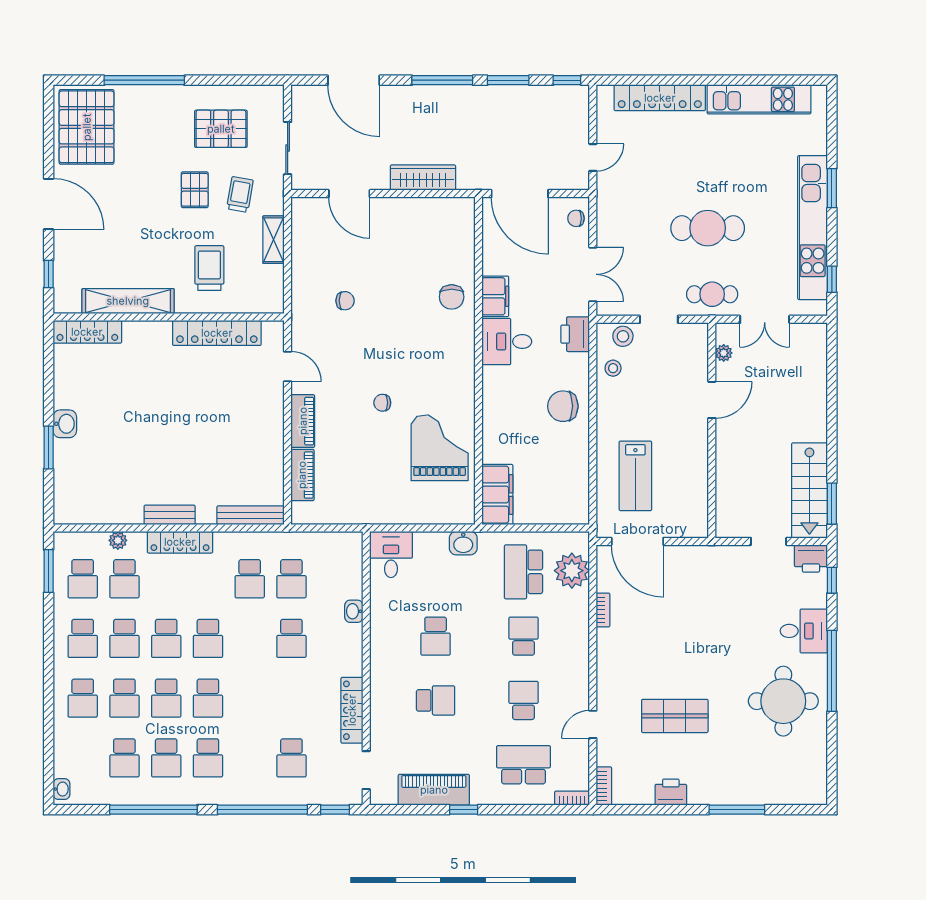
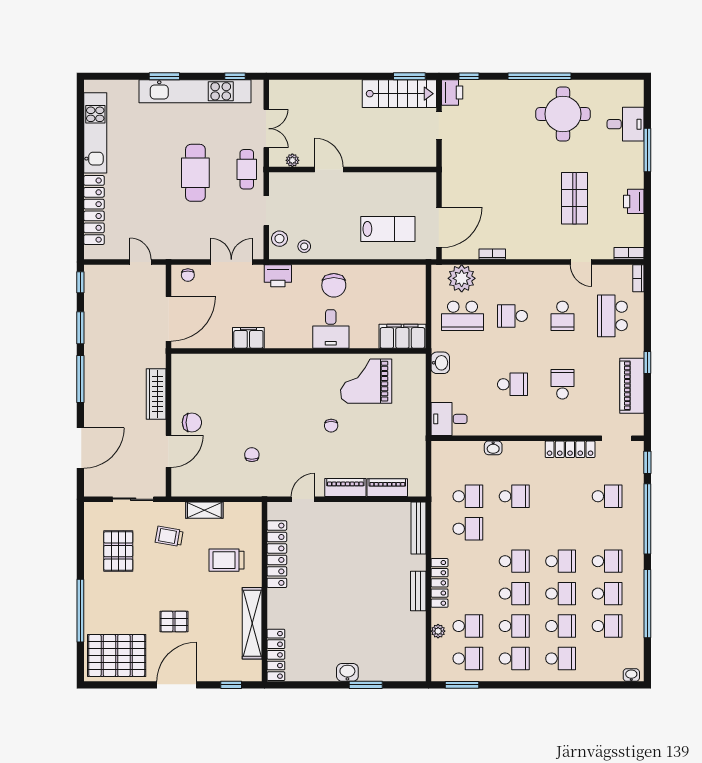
pallet: (195, 190) -> (174, 622), moved
chair: (452, 297) -> (192, 422), moved
desk: (507, 342) -> (331, 329), moved
desk: (804, 631) -> (626, 124), moved, turned 90
school desk: (523, 700) -> (562, 316), turned -90

